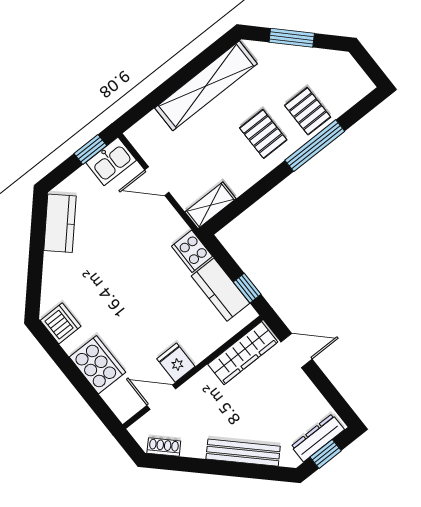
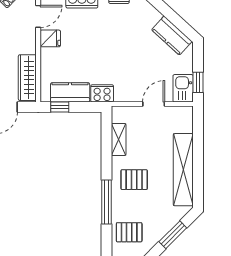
pallet: (308, 111) -> (129, 232), moved
shelving: (210, 205) -> (119, 139), moved

